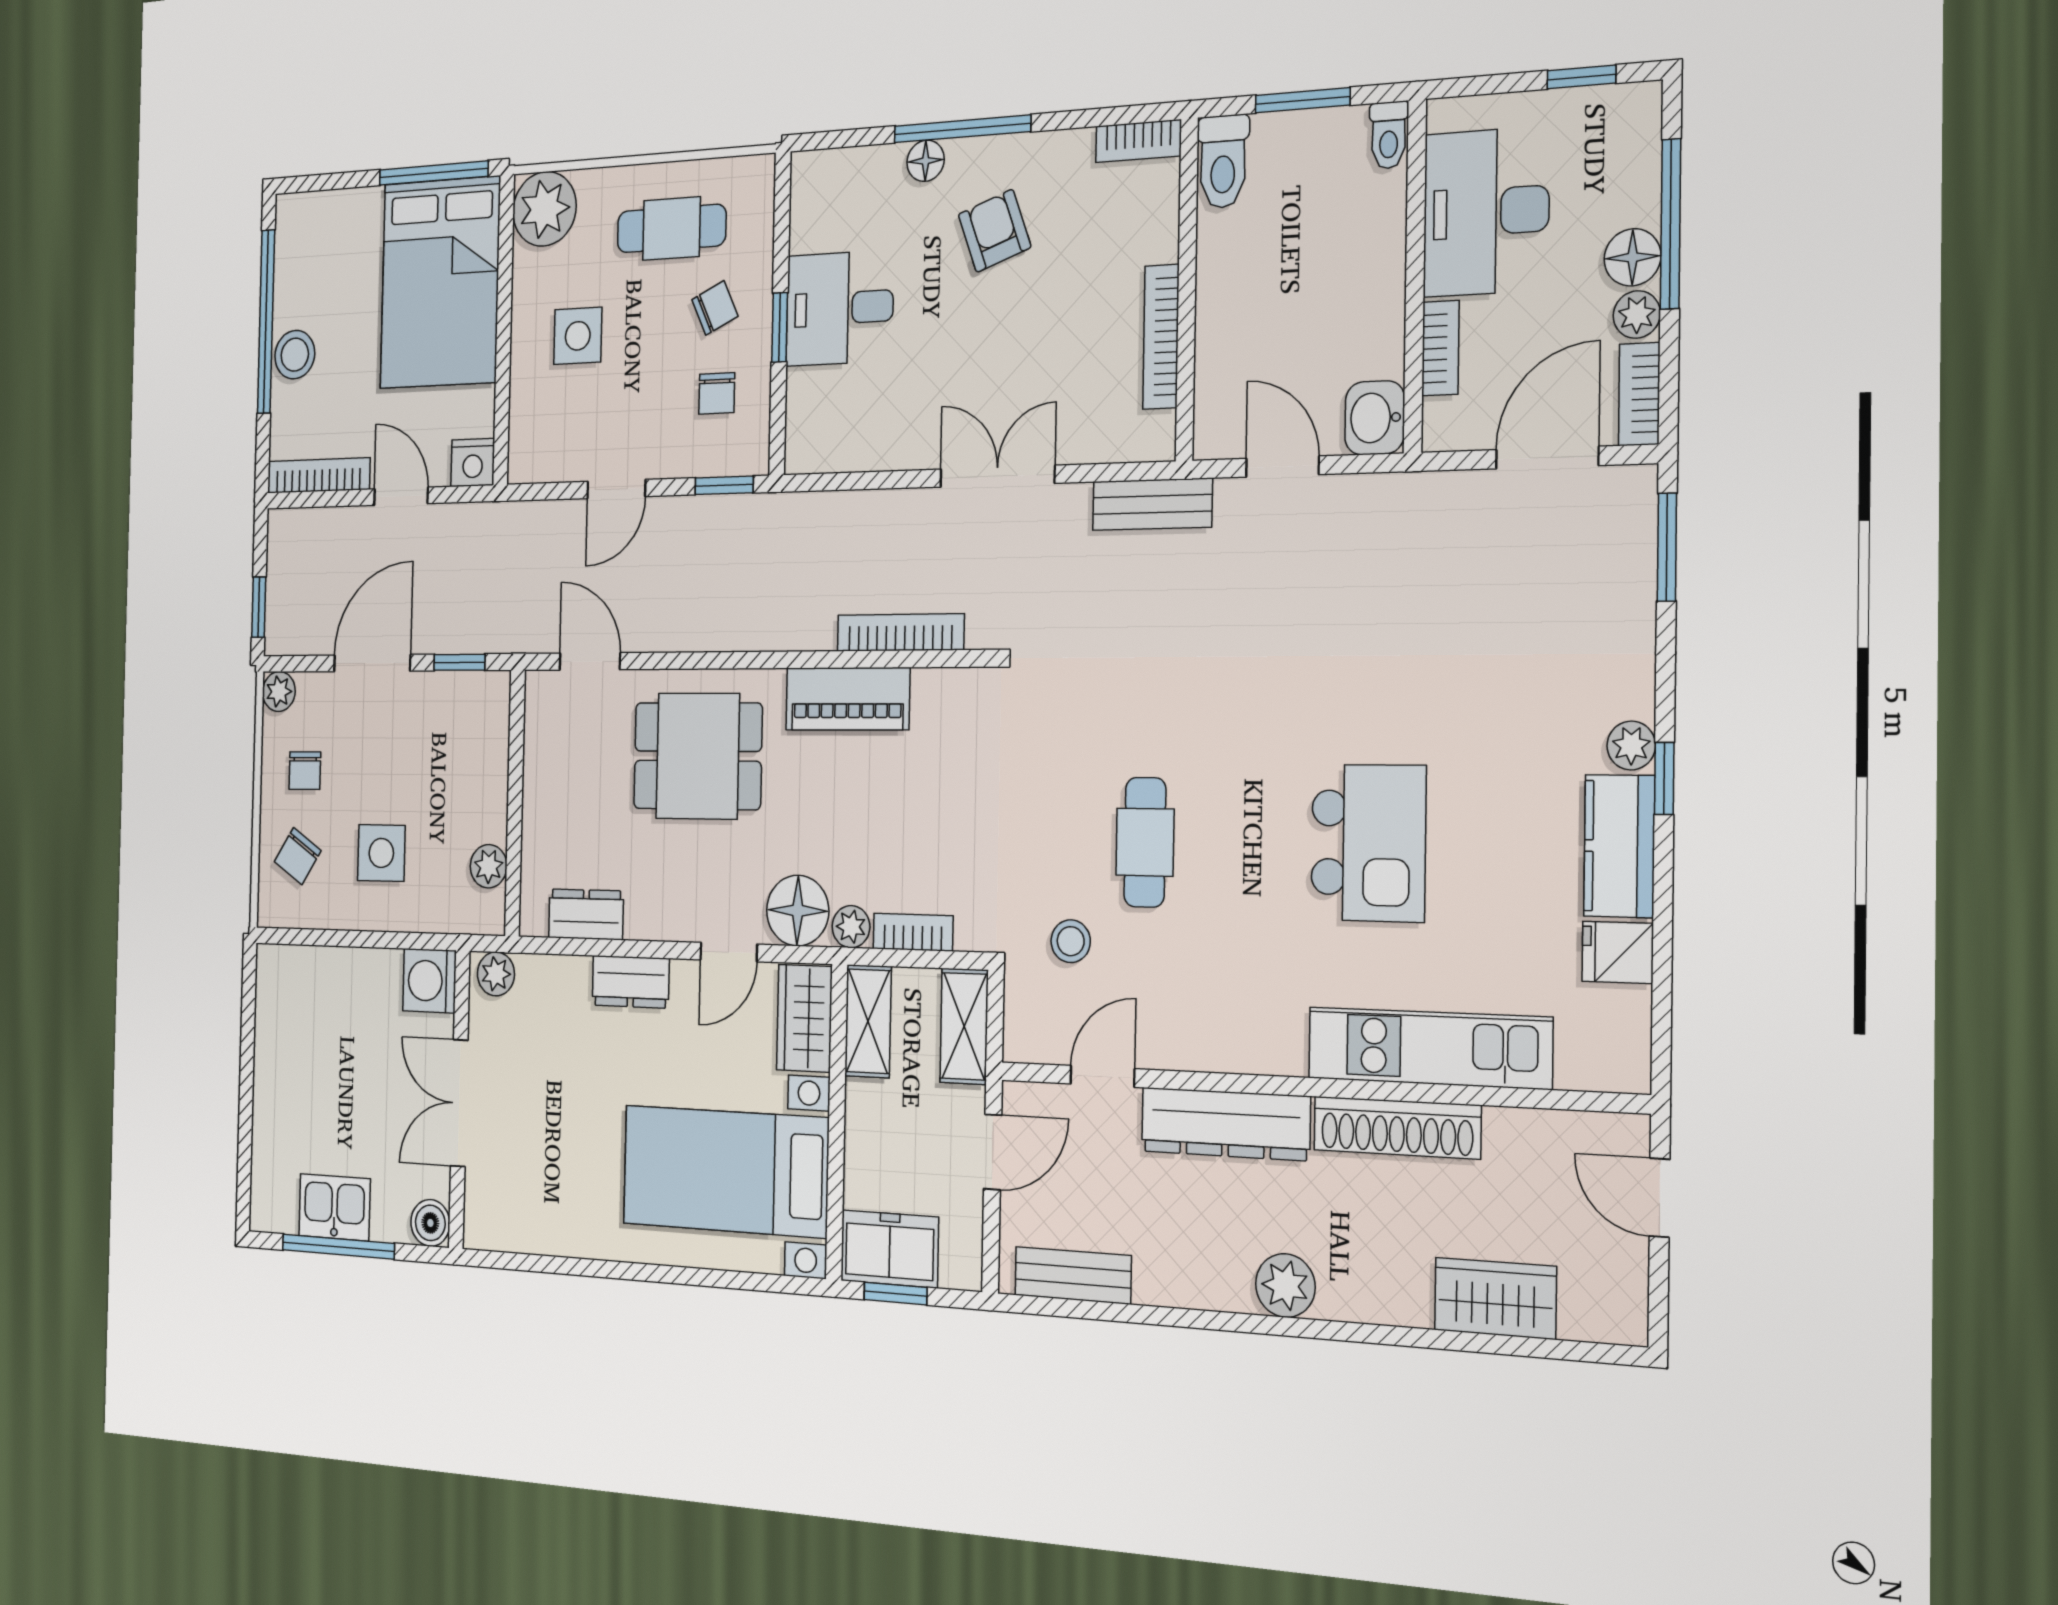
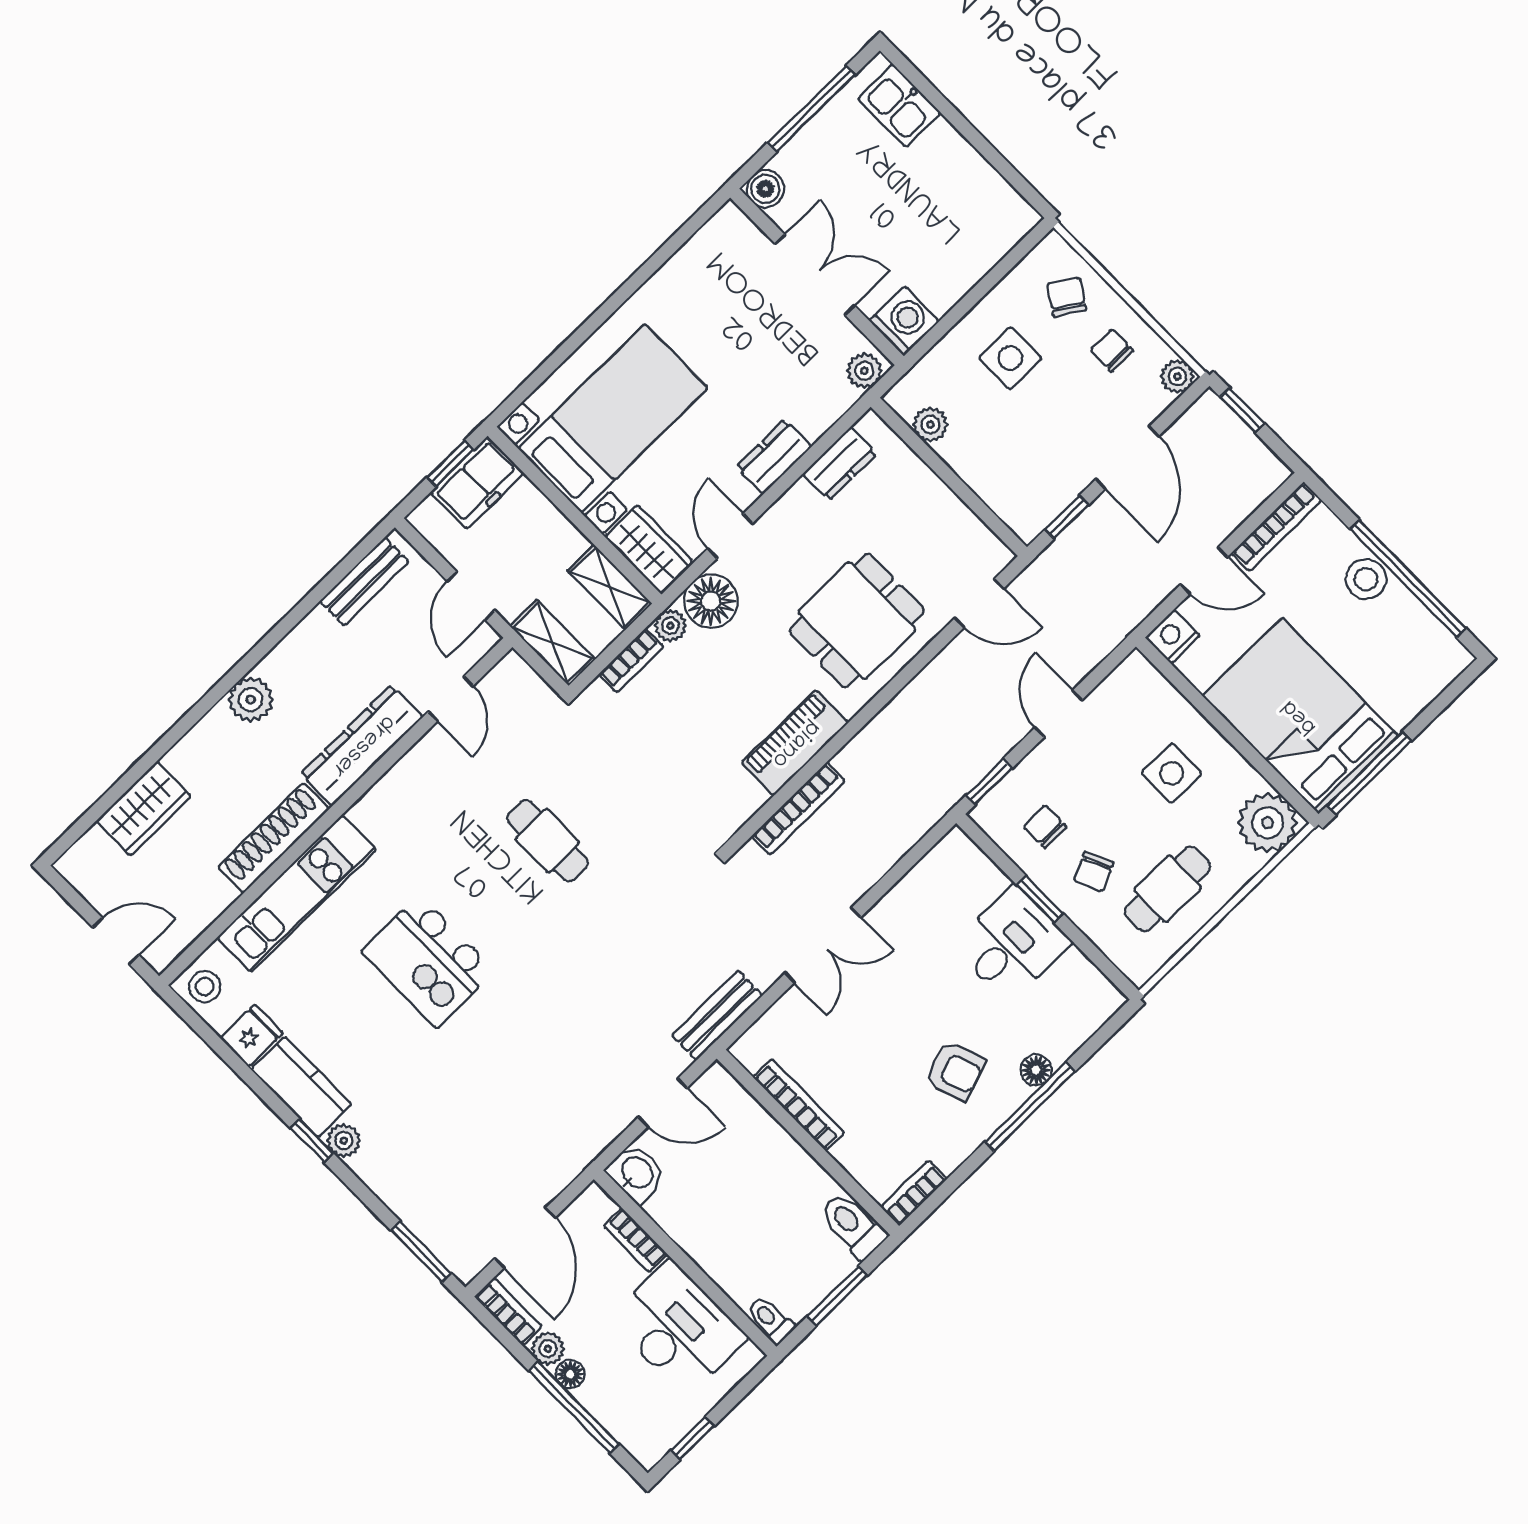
floor lamp: (1633, 257) -> (570, 1374), width x0.73, depth x0.73
stool: (1071, 941) -> (205, 987), moved
kitchen sink: (334, 1207) -> (899, 106), moved, turned 90

